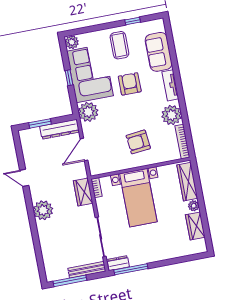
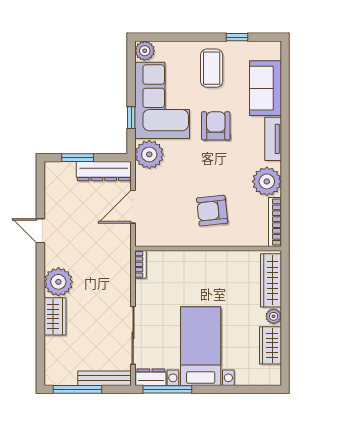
window: (69, 78) -> (131, 118), moved
wardrobe: (83, 192) -> (55, 316), moved, turned 180
bed with nightstands: (138, 198) -> (201, 346), moved, turned 180

